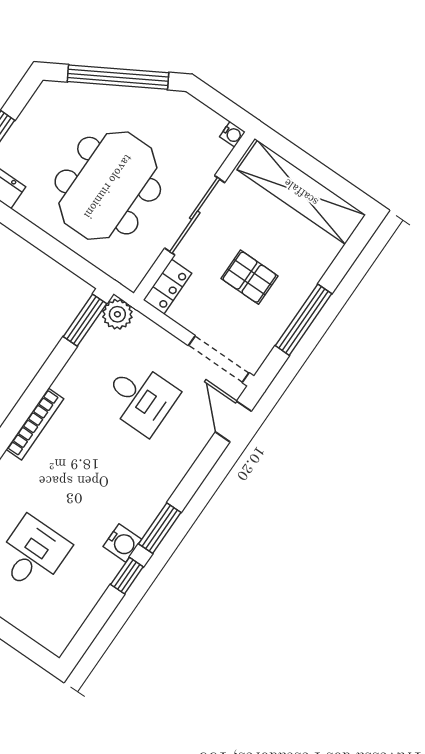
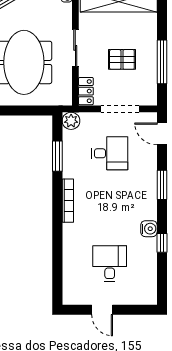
sliding door: (195, 215) -> (75, 48), width x0.73
window: (85, 320) -> (57, 156), moved
doorway: (219, 359) -> (120, 109), moved
window: (160, 528) -> (162, 185), moved

